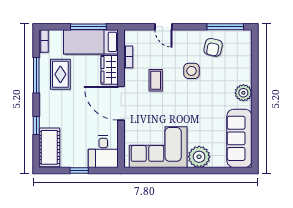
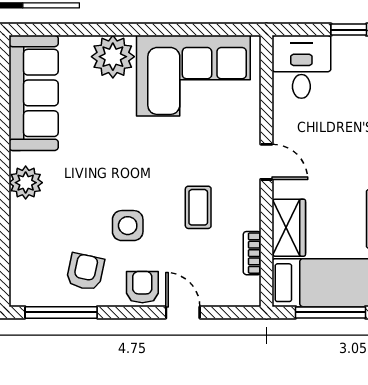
armchair: (184, 40) -> (142, 287), added
door: (121, 103) -> (266, 162), width x0.53

